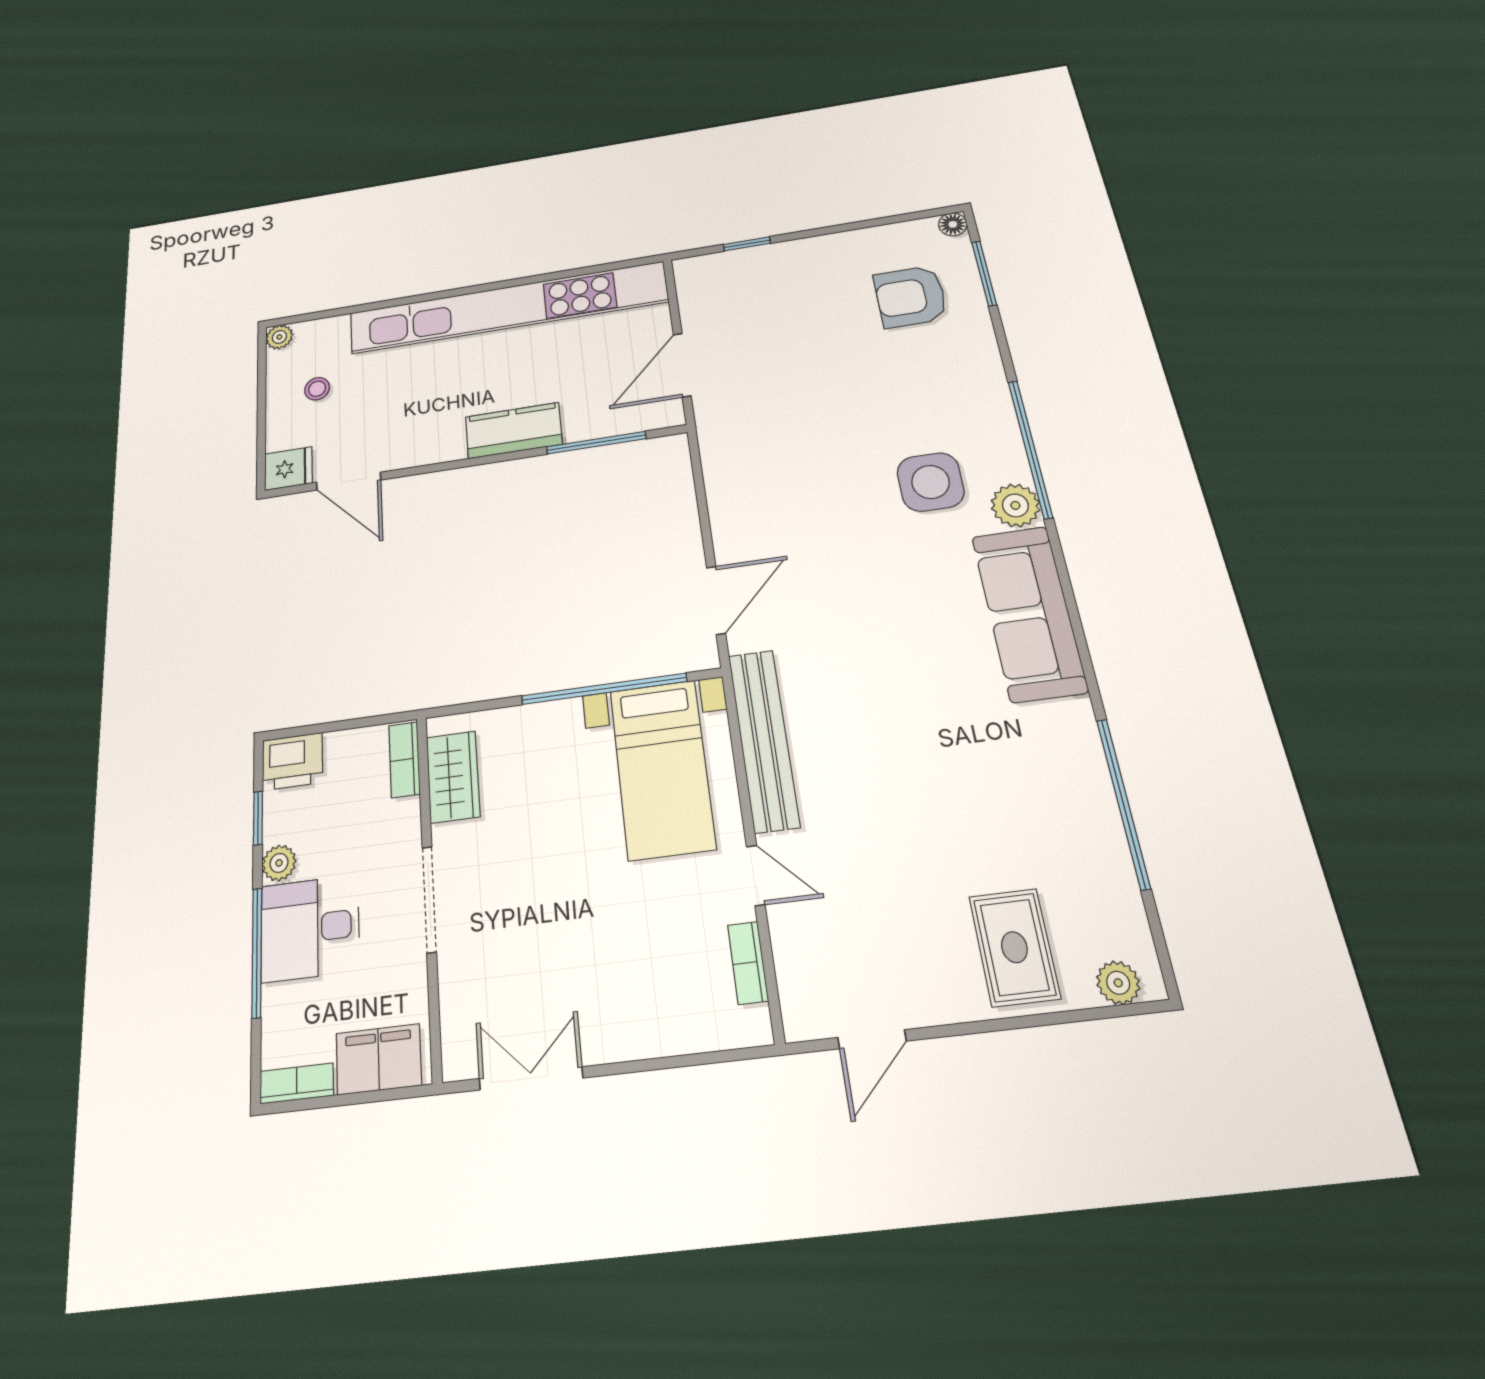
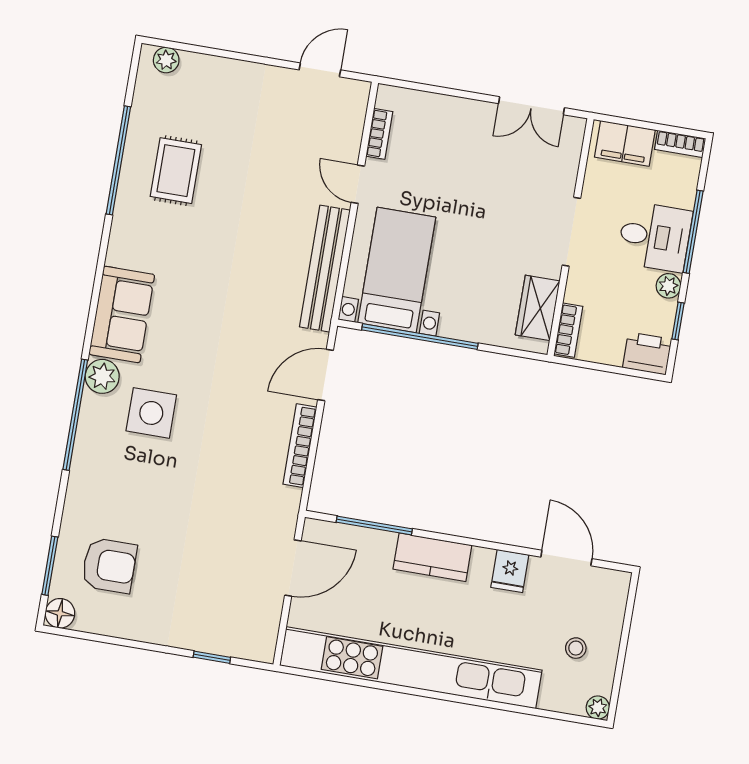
floor lamp: (953, 224) -> (60, 613), width x1.37, depth x1.37
fridge: (288, 469) -> (510, 571), moved, turned -90
bookcase: (721, 504) -> (300, 446), added
sofa: (1029, 613) -> (122, 314), width x0.73
rug: (1014, 947) -> (176, 171), moved

